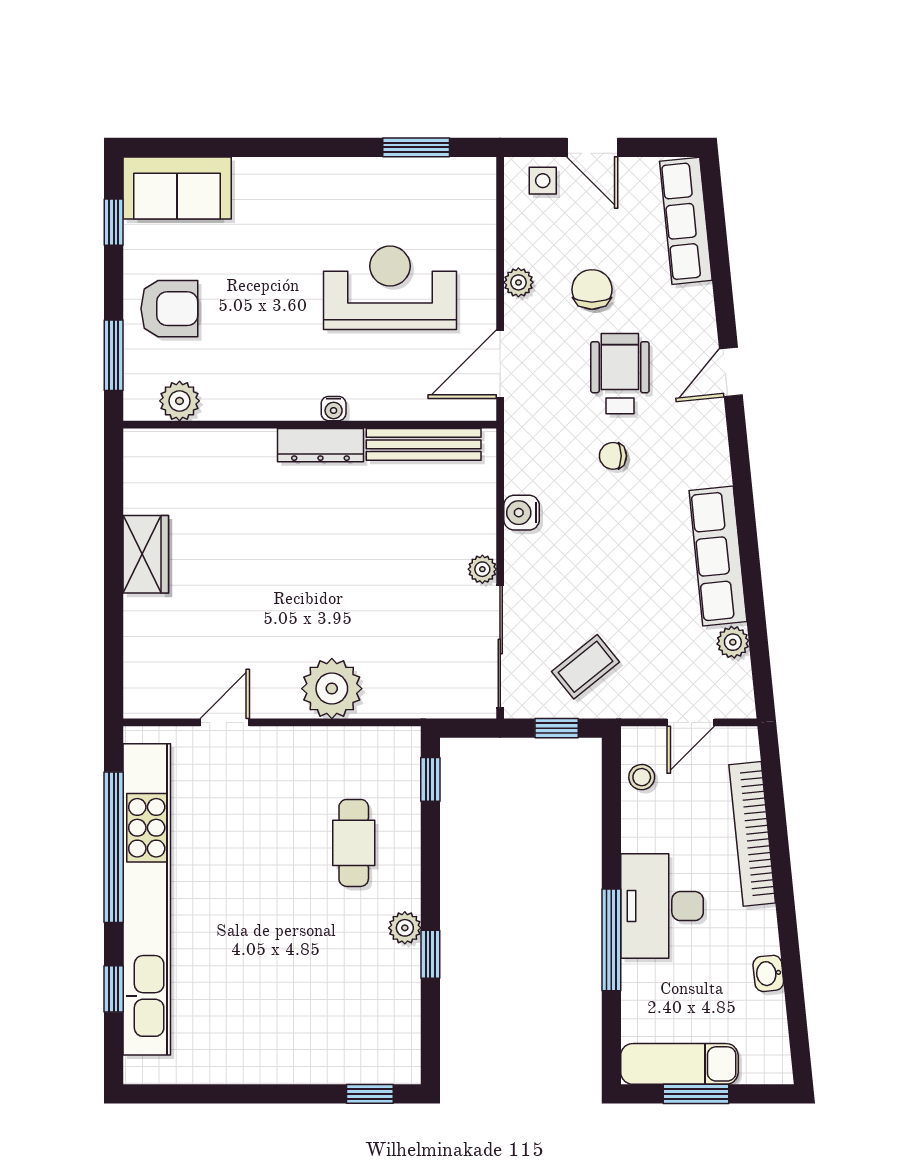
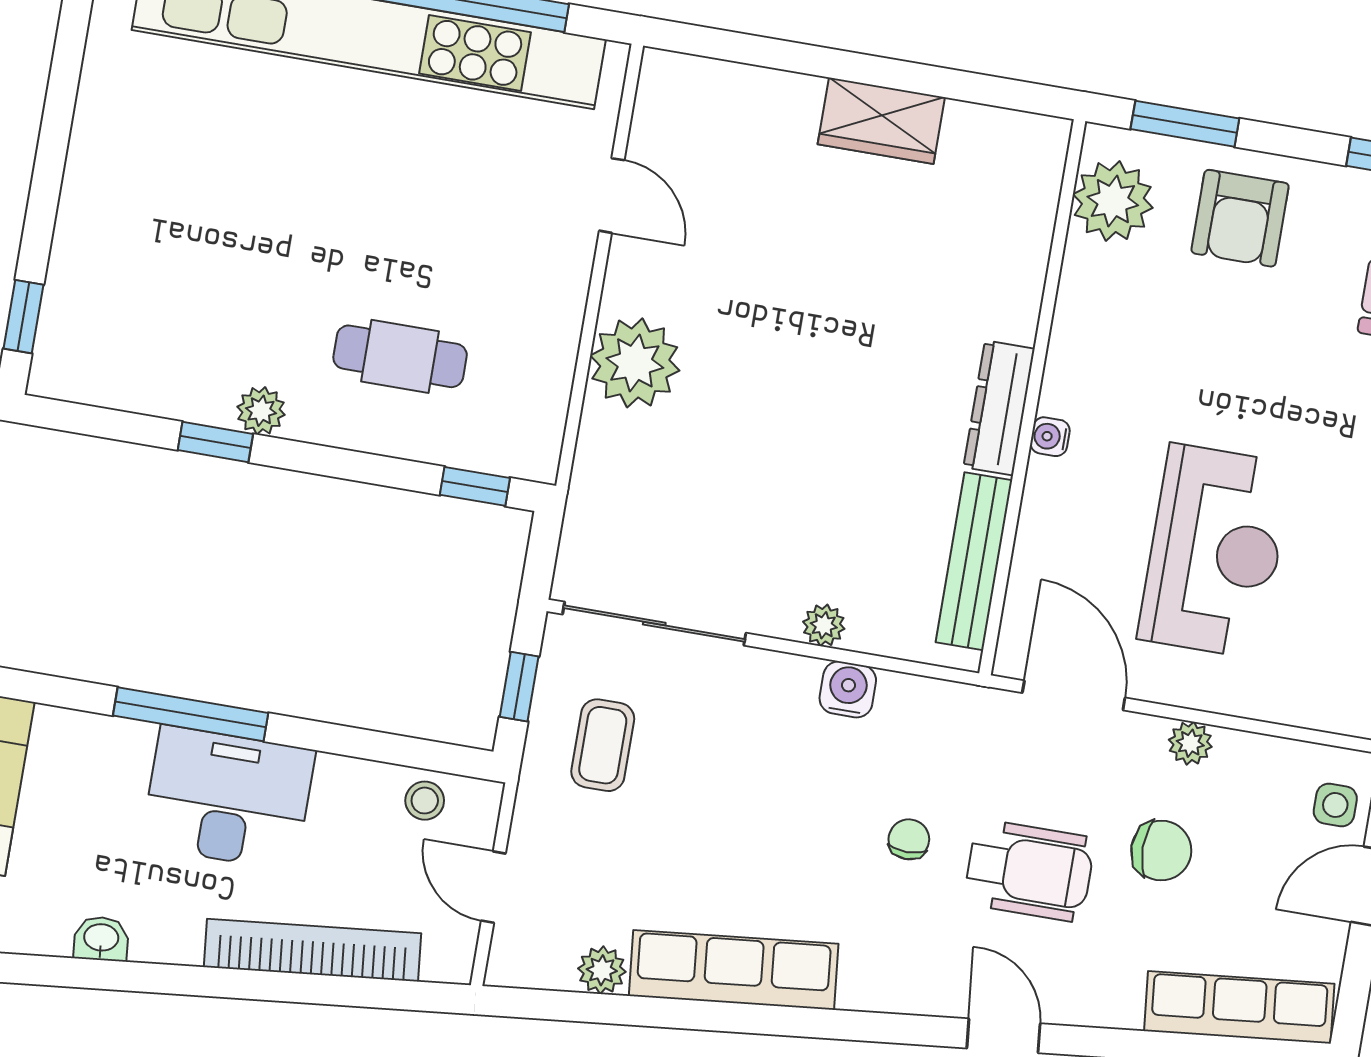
plant: (180, 401) -> (1113, 201), width x1.36, depth x1.36
plant: (482, 569) -> (824, 625), moved
coffee table: (586, 667) -> (603, 745), turned 39

